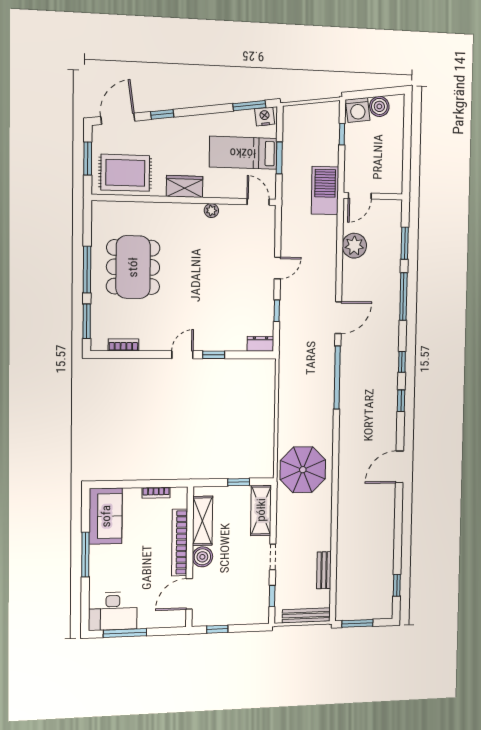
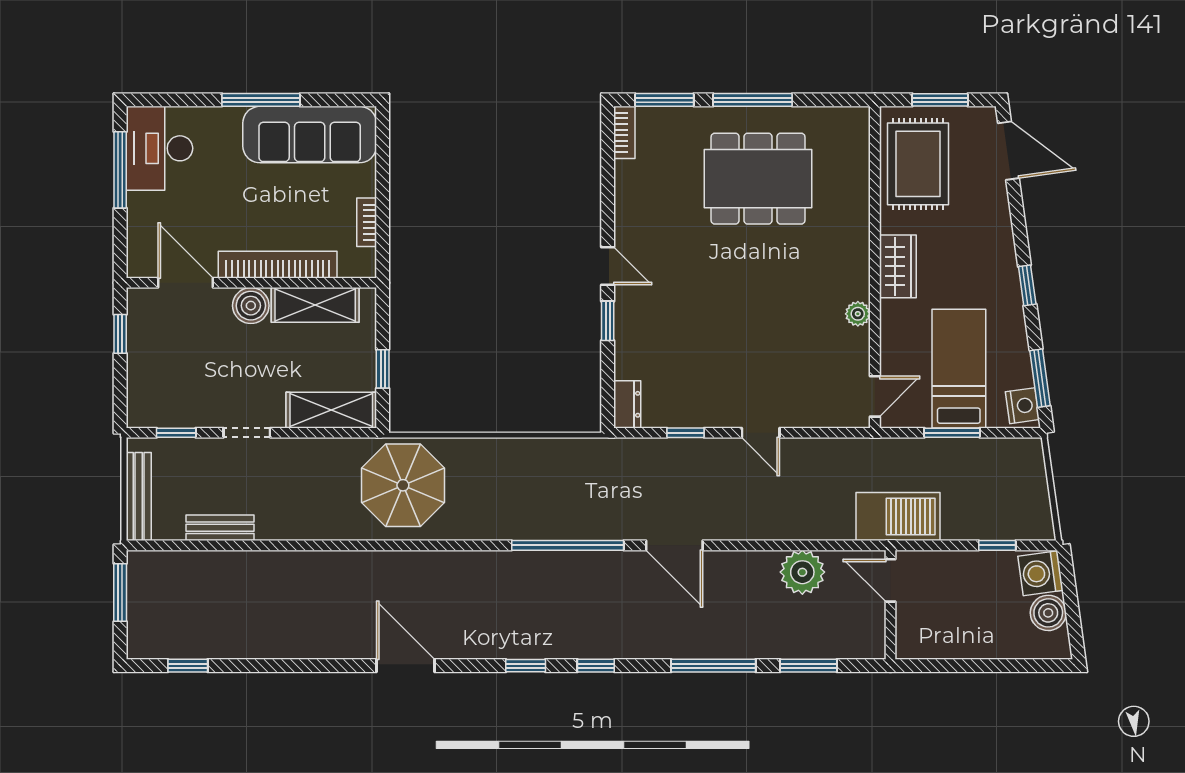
window: (162, 114) -> (1027, 285), moved
bookcase: (123, 345) -> (624, 132), moved
sofa: (106, 516) -> (310, 135), width x1.36

